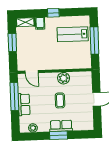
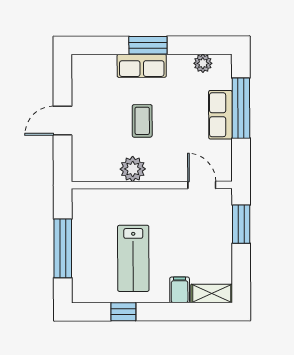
window: (53, 13) -> (123, 312), moved
lab bench: (73, 34) -> (133, 258), moved, turned 90
window: (12, 43) -> (241, 224), moved
window: (14, 96) -> (241, 108), moved

